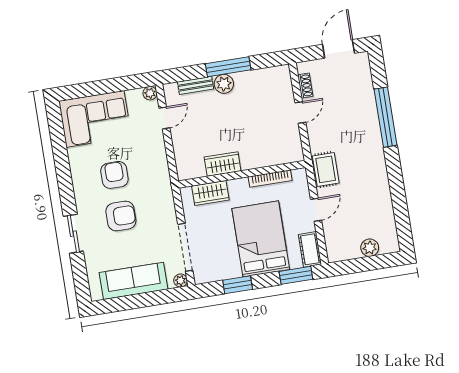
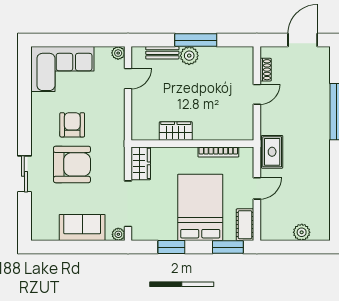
wardrobe: (210, 193) -> (141, 163), moved, turned -90
armchair: (121, 216) -> (72, 164), width x1.36, depth x1.36
sofa: (133, 281) -> (82, 227), width x0.73

